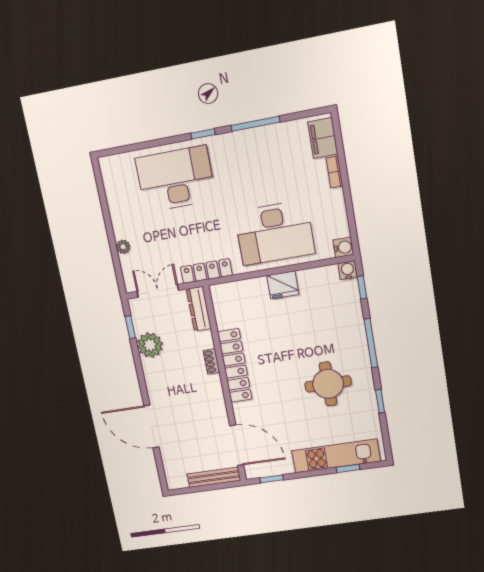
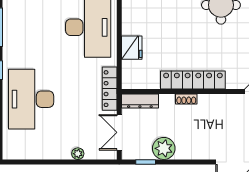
fridge: (283, 285) -> (132, 48), moved

